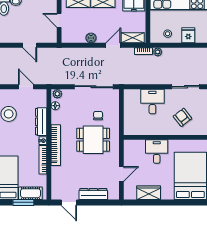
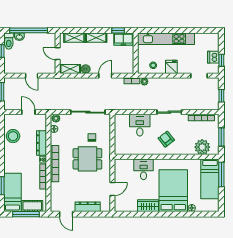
shelving: (133, 38) -> (70, 69), moved
wardrobe: (149, 193) -> (148, 206), moved
window: (23, 202) -> (26, 214), width x1.44

